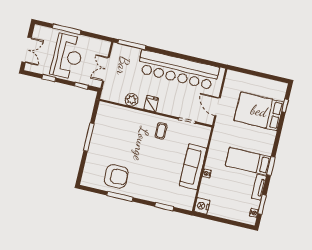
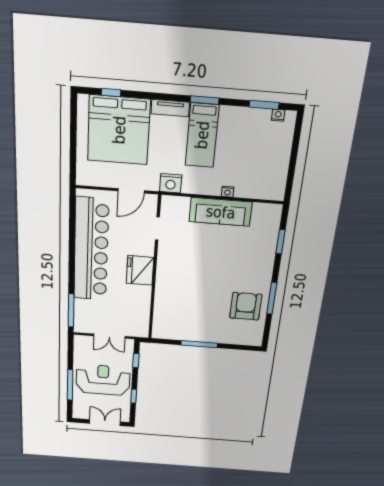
plant: (132, 100) -> (143, 301), removed
fridge: (151, 104) -> (140, 270), width x1.88, depth x1.34
bed: (259, 111) -> (119, 130), width x1.36
coffee table: (161, 131) -> (177, 260), removed
tv unit: (259, 187) -> (170, 108), moved
nightstand: (202, 206) -> (171, 183), moved

